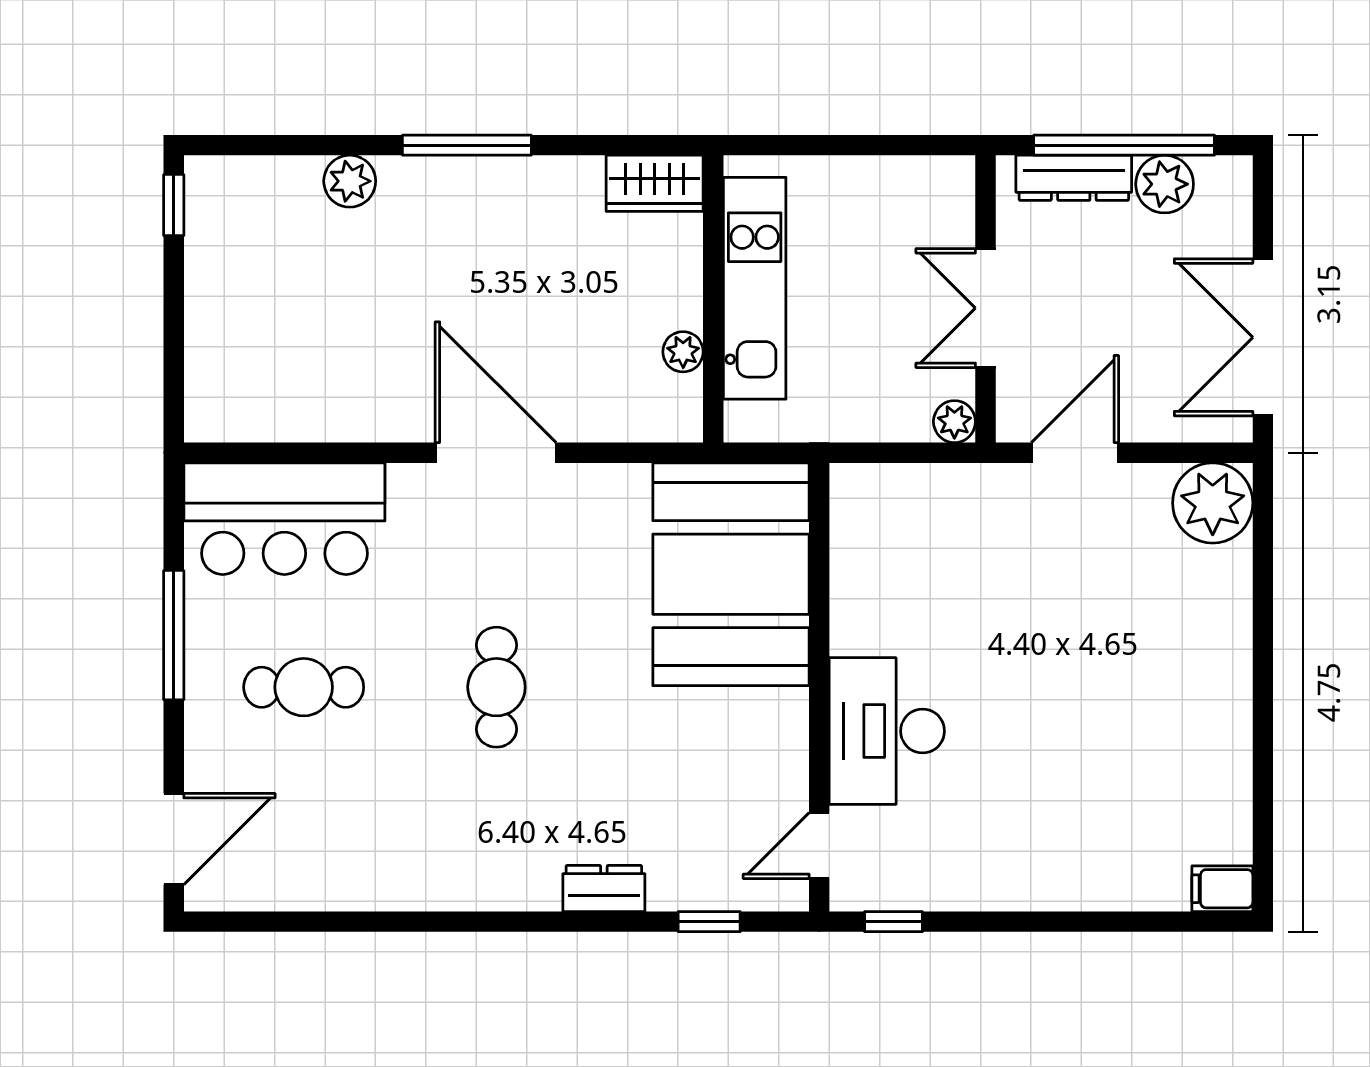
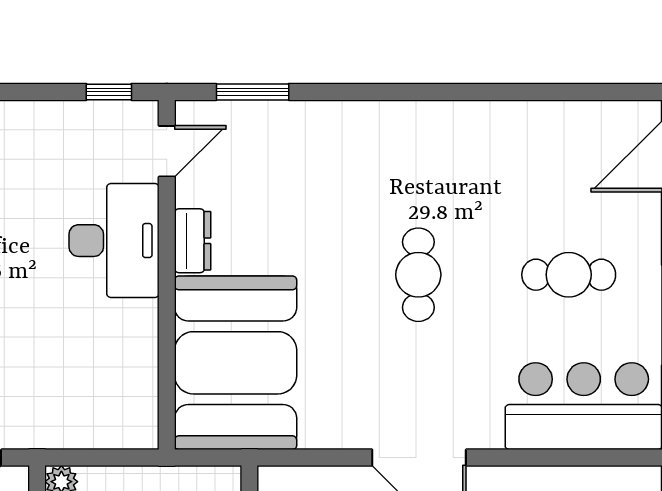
dresser: (604, 888) -> (193, 241), moved, turned -90
window: (709, 922) -> (253, 92), width x1.50

